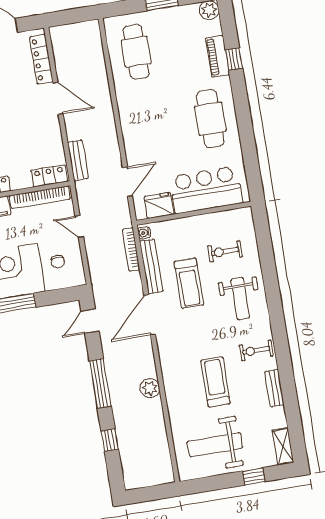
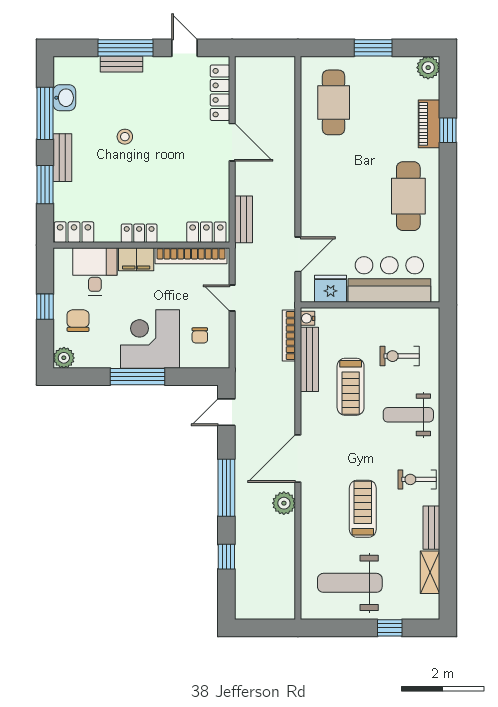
weight bench: (240, 298) -> (408, 415), turned 90
door: (150, 315) -> (298, 459), moved
shelving: (283, 446) -> (430, 572), moved

